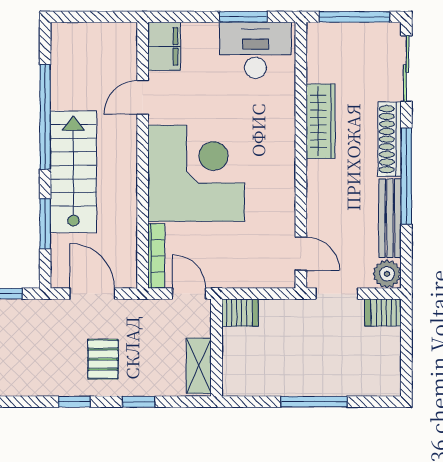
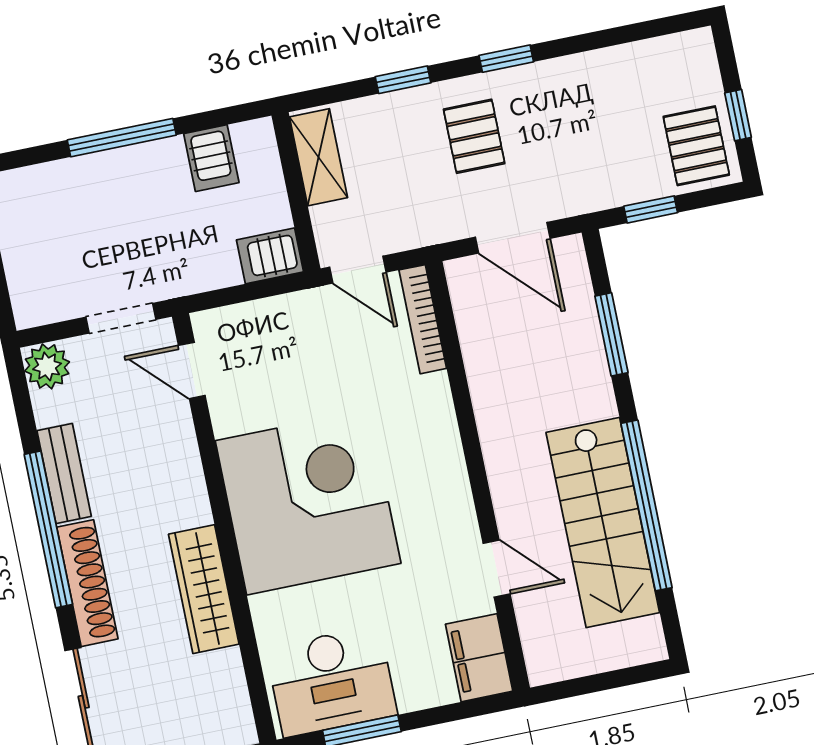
door: (143, 98) -> (497, 569), hinge flipped
stairs: (73, 172) -> (603, 523), moved
corner desk: (196, 173) -> (308, 502), moved, turned 180
bench: (390, 218) -> (64, 474), width x0.73
server rack: (383, 313) -> (211, 158), moved, turned 90

